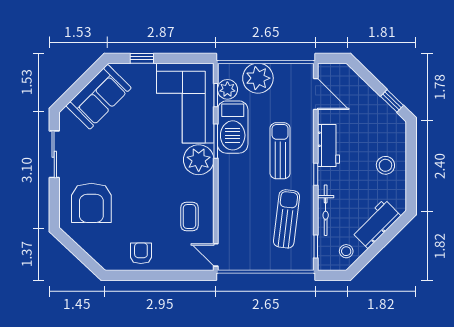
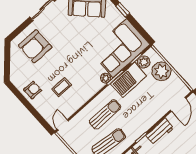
sun lounger: (280, 151) -> (105, 114), moved
plant: (199, 160) -> (106, 78), width x0.53, depth x0.53
coffee table: (189, 217) -> (62, 87), moved

